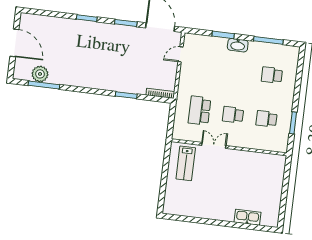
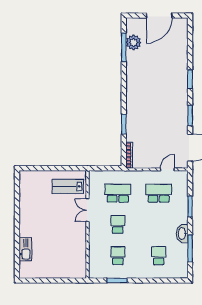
washbasin: (238, 45) -> (182, 234), moved
door: (181, 54) -> (167, 169), hinge flipped
school desk: (205, 67) -> (159, 193), added
double door: (214, 145) -> (87, 210), swing flipped

